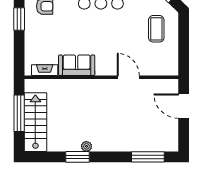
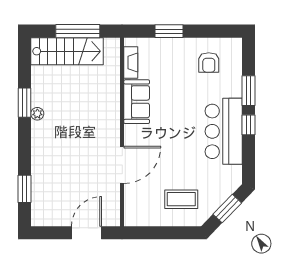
window: (19, 19) -> (169, 31), moved
door: (128, 77) -> (122, 165), width x1.36
window: (148, 157) -> (24, 189), width x0.69

